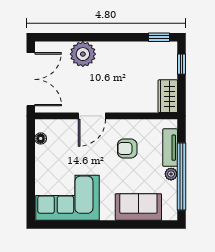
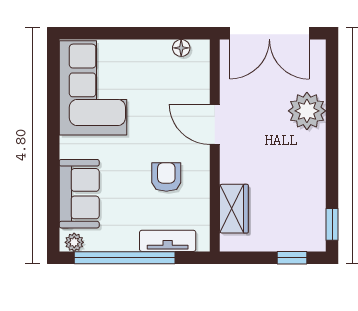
wardrobe: (168, 96) -> (234, 209), moved, turned 90
plant: (171, 174) -> (74, 242), moved

